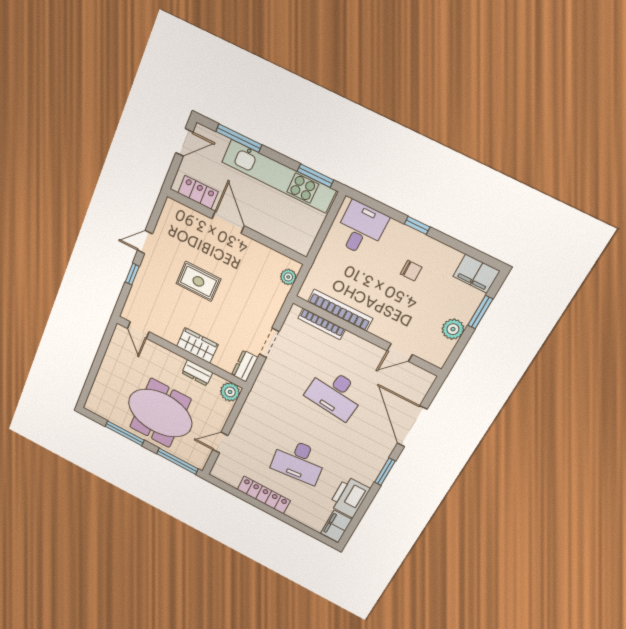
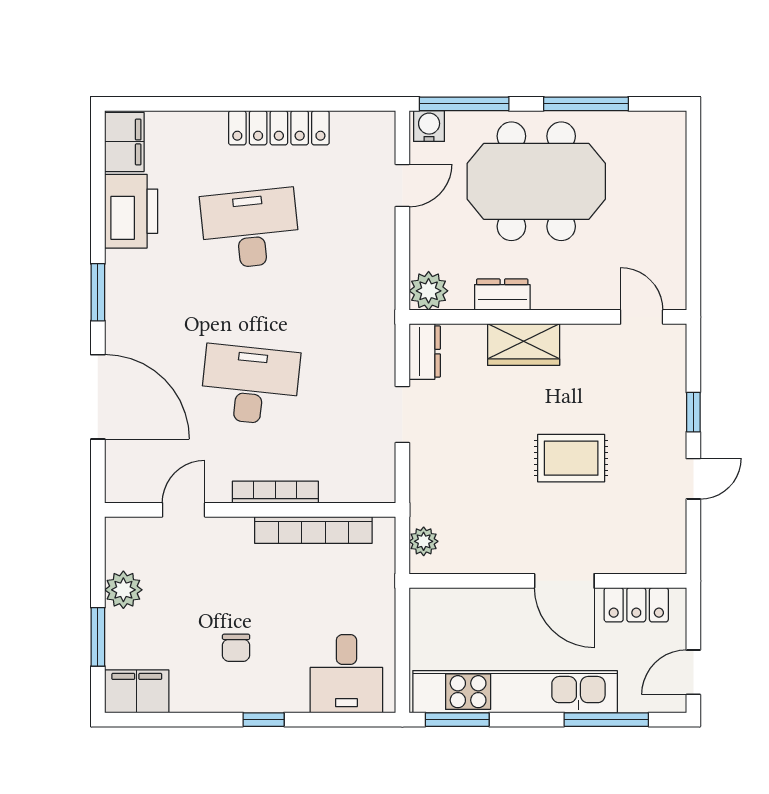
chair: (411, 271) -> (236, 648), turned -90
bookcase: (322, 324) -> (275, 492), moved
water cooler: (197, 461) -> (429, 126), added

